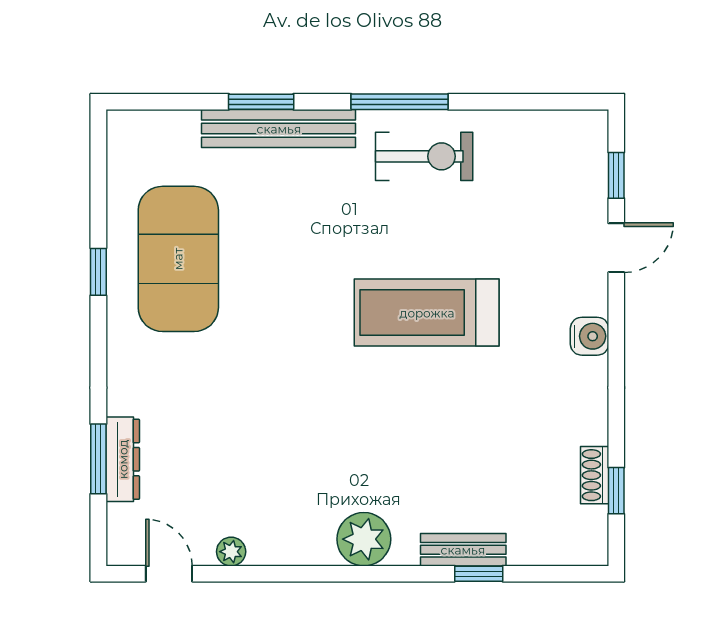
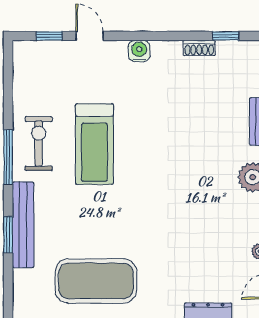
treadmill: (427, 313) -> (94, 144), moved
shoe rack: (595, 475) -> (199, 48), moved

